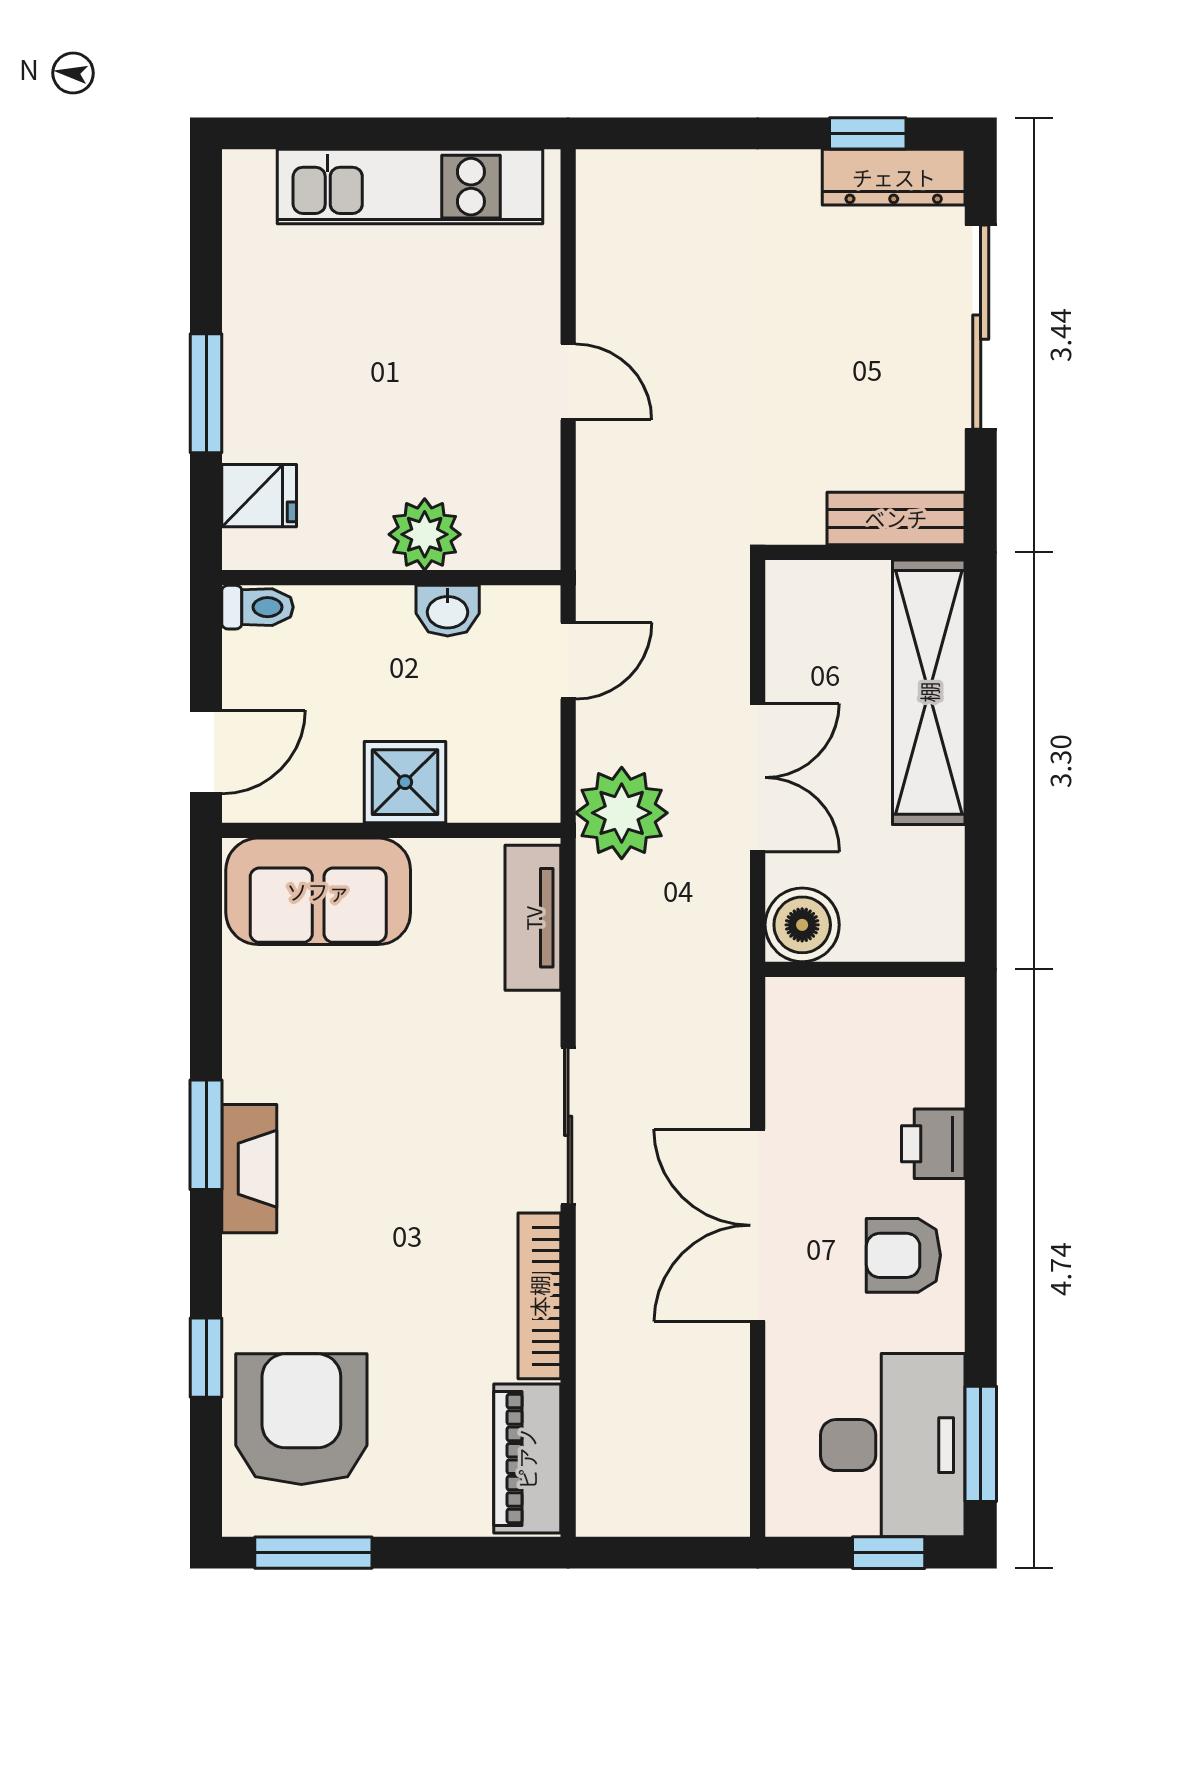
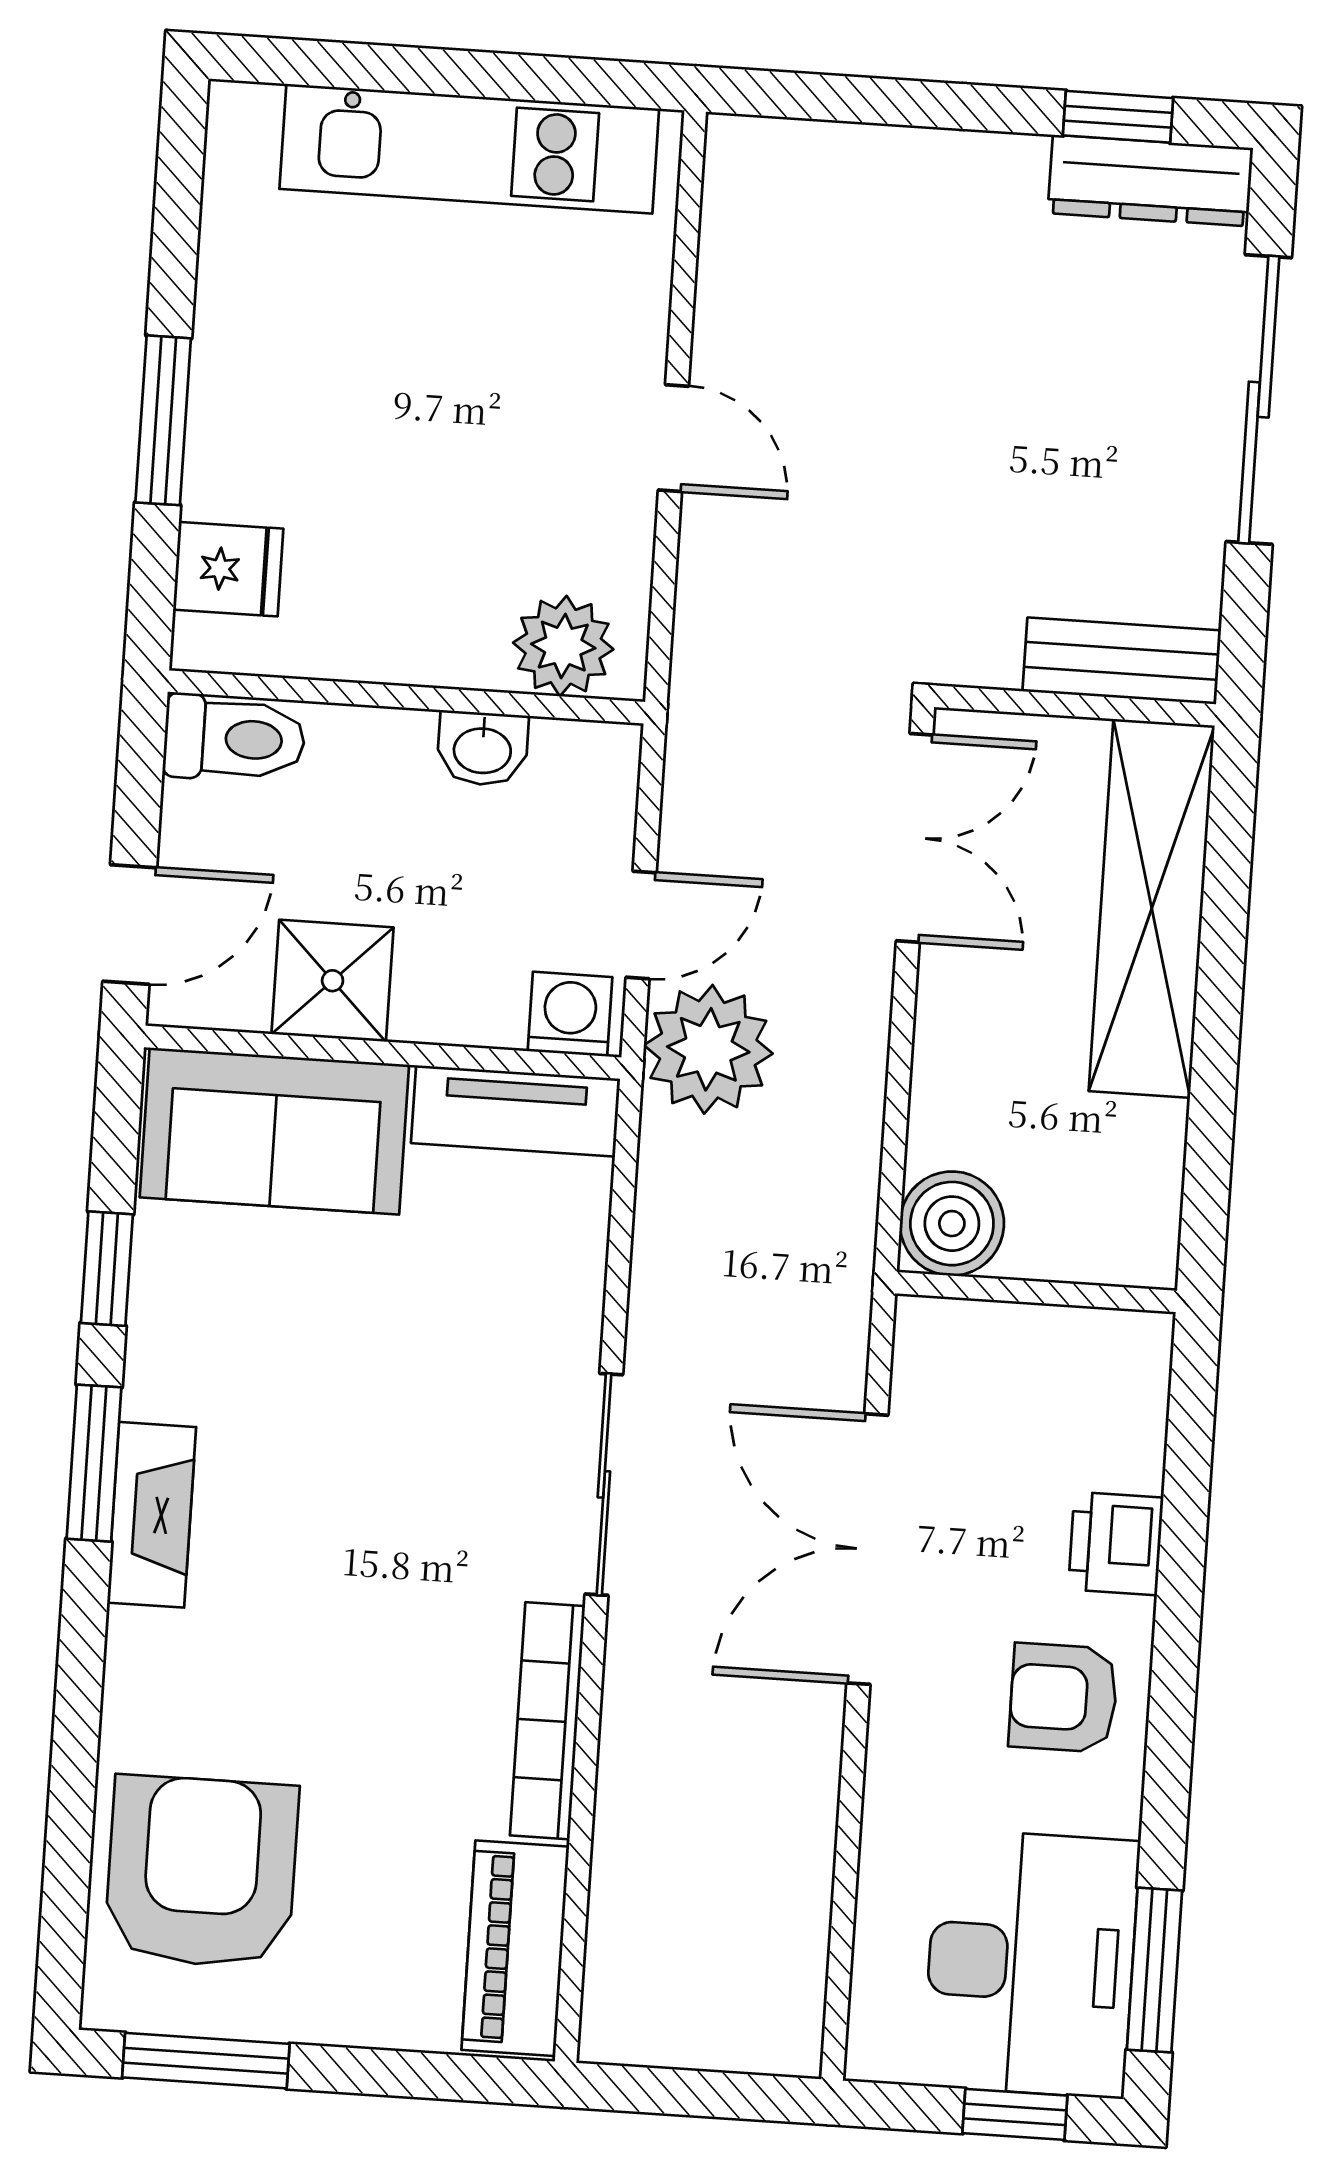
plant: (425, 534) -> (563, 646), moved
toilet: (258, 607) -> (234, 739), width x1.37, depth x1.39
door: (568, 661) -> (641, 925), moved
double door: (758, 777) -> (915, 838), moved
shower: (405, 782) -> (333, 981), moved
washing machine: (522, 795) -> (570, 1014), added
tv unit: (533, 918) -> (516, 1111), moved, turned -90
double door: (758, 1225) -> (867, 1549), moved
window: (206, 1358) -> (107, 1269), moved

